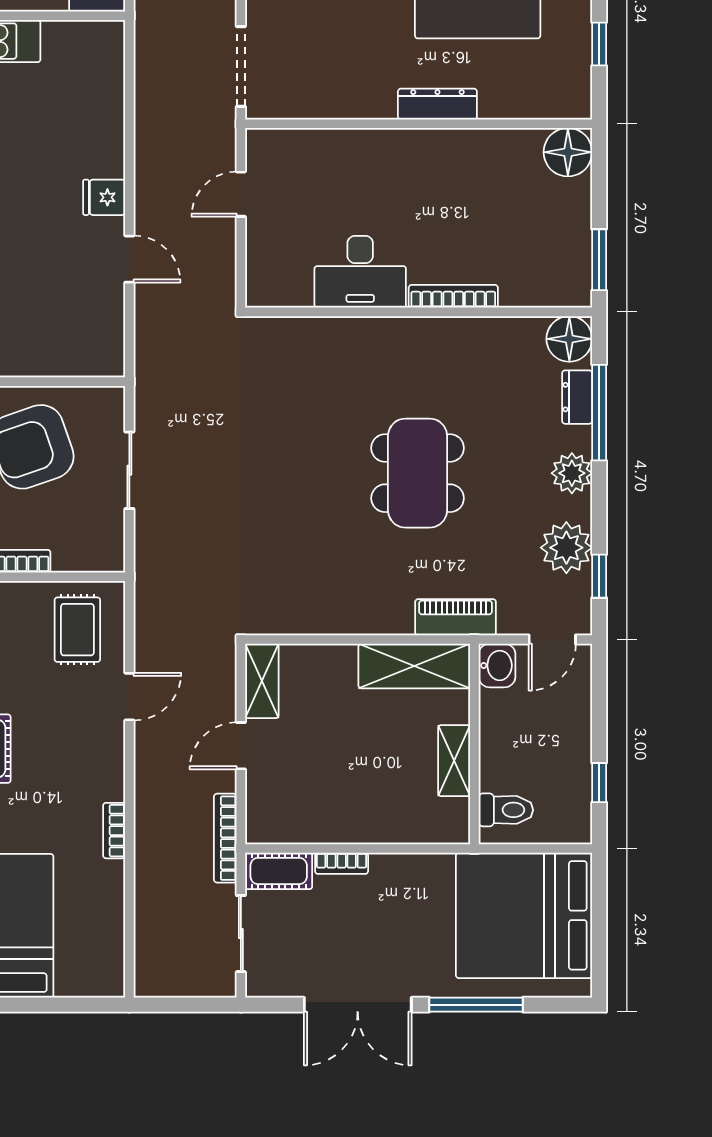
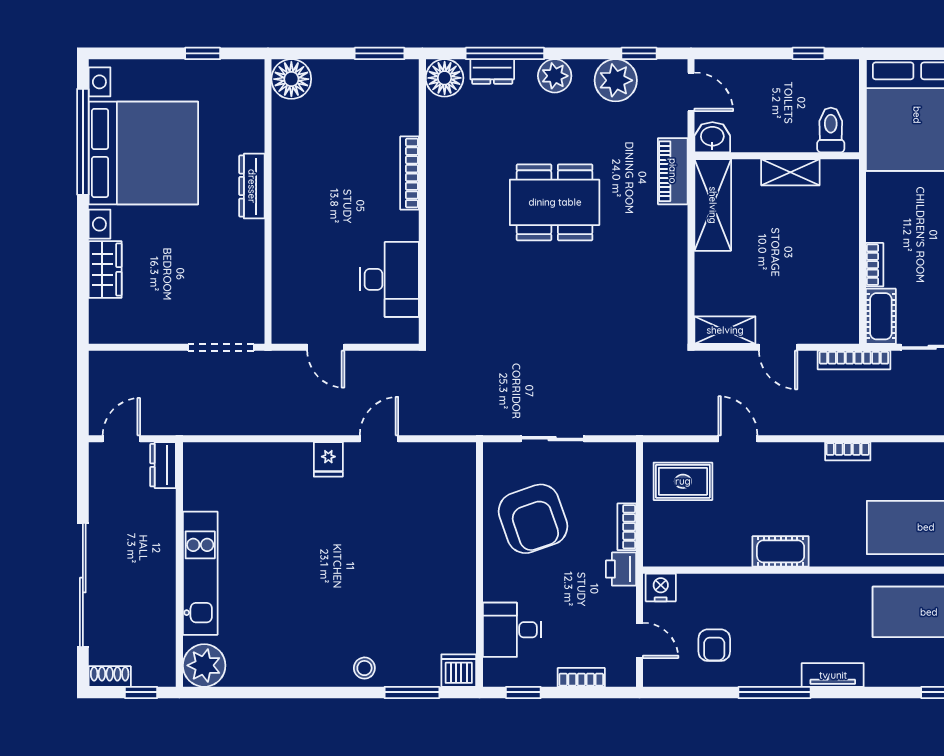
desk: (360, 272) -> (389, 279), moved

